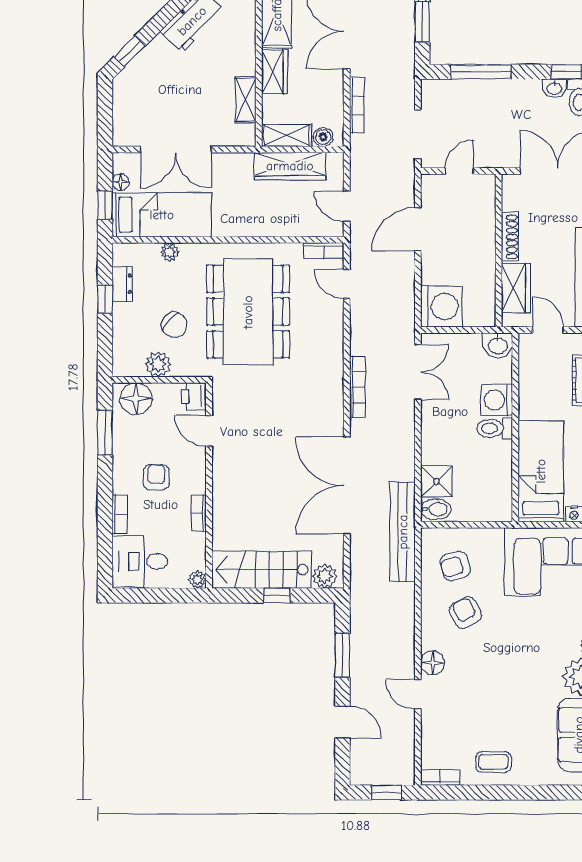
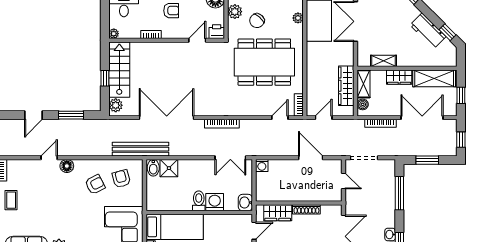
washing machine: (441, 306) -> (262, 165), width x0.53, depth x0.53

